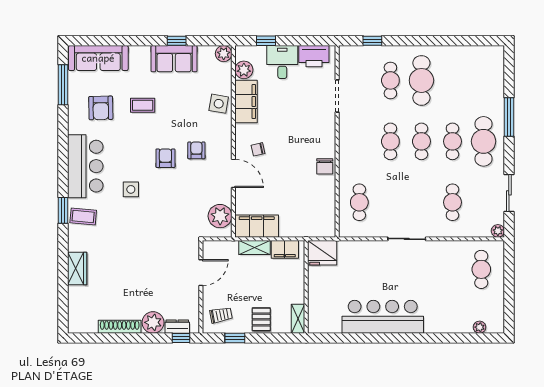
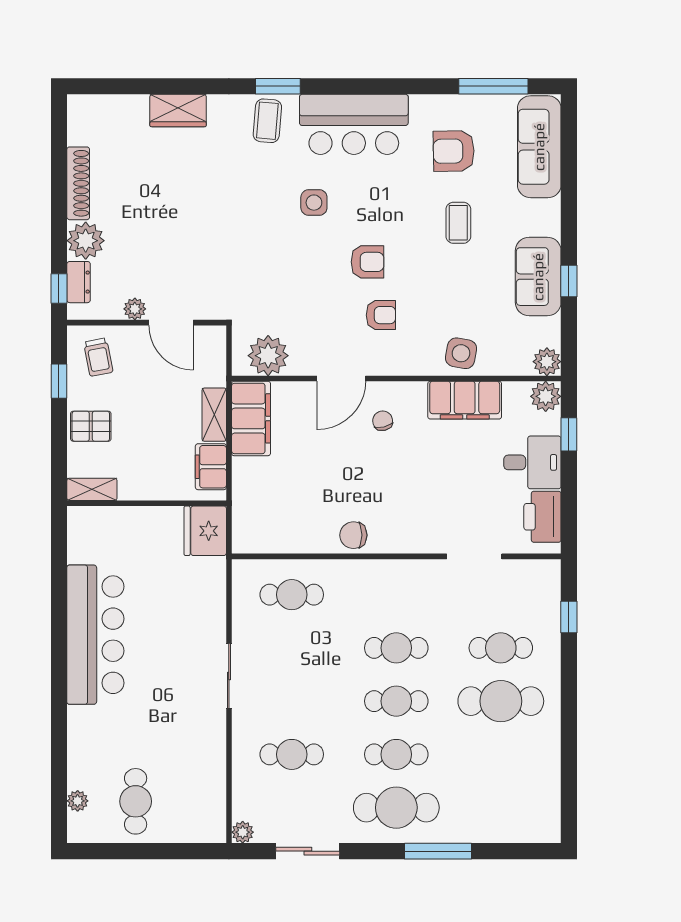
plant: (244, 70) -> (546, 396), moved
cafe table: (481, 269) -> (136, 801), moved, turned 90
plant: (193, 294) -> (135, 309), added

